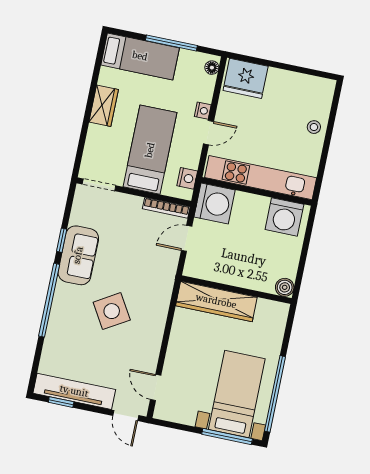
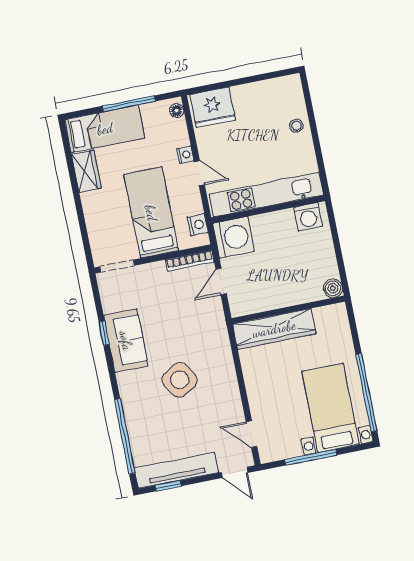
wardrobe: (104, 106) -> (86, 171), moved
door: (208, 133) -> (199, 173), hinge flipped
washing machine: (284, 217) -> (308, 217), width x0.73, depth x0.73
window: (49, 300) -> (125, 436), moved
window: (227, 436) -> (311, 457), moved

